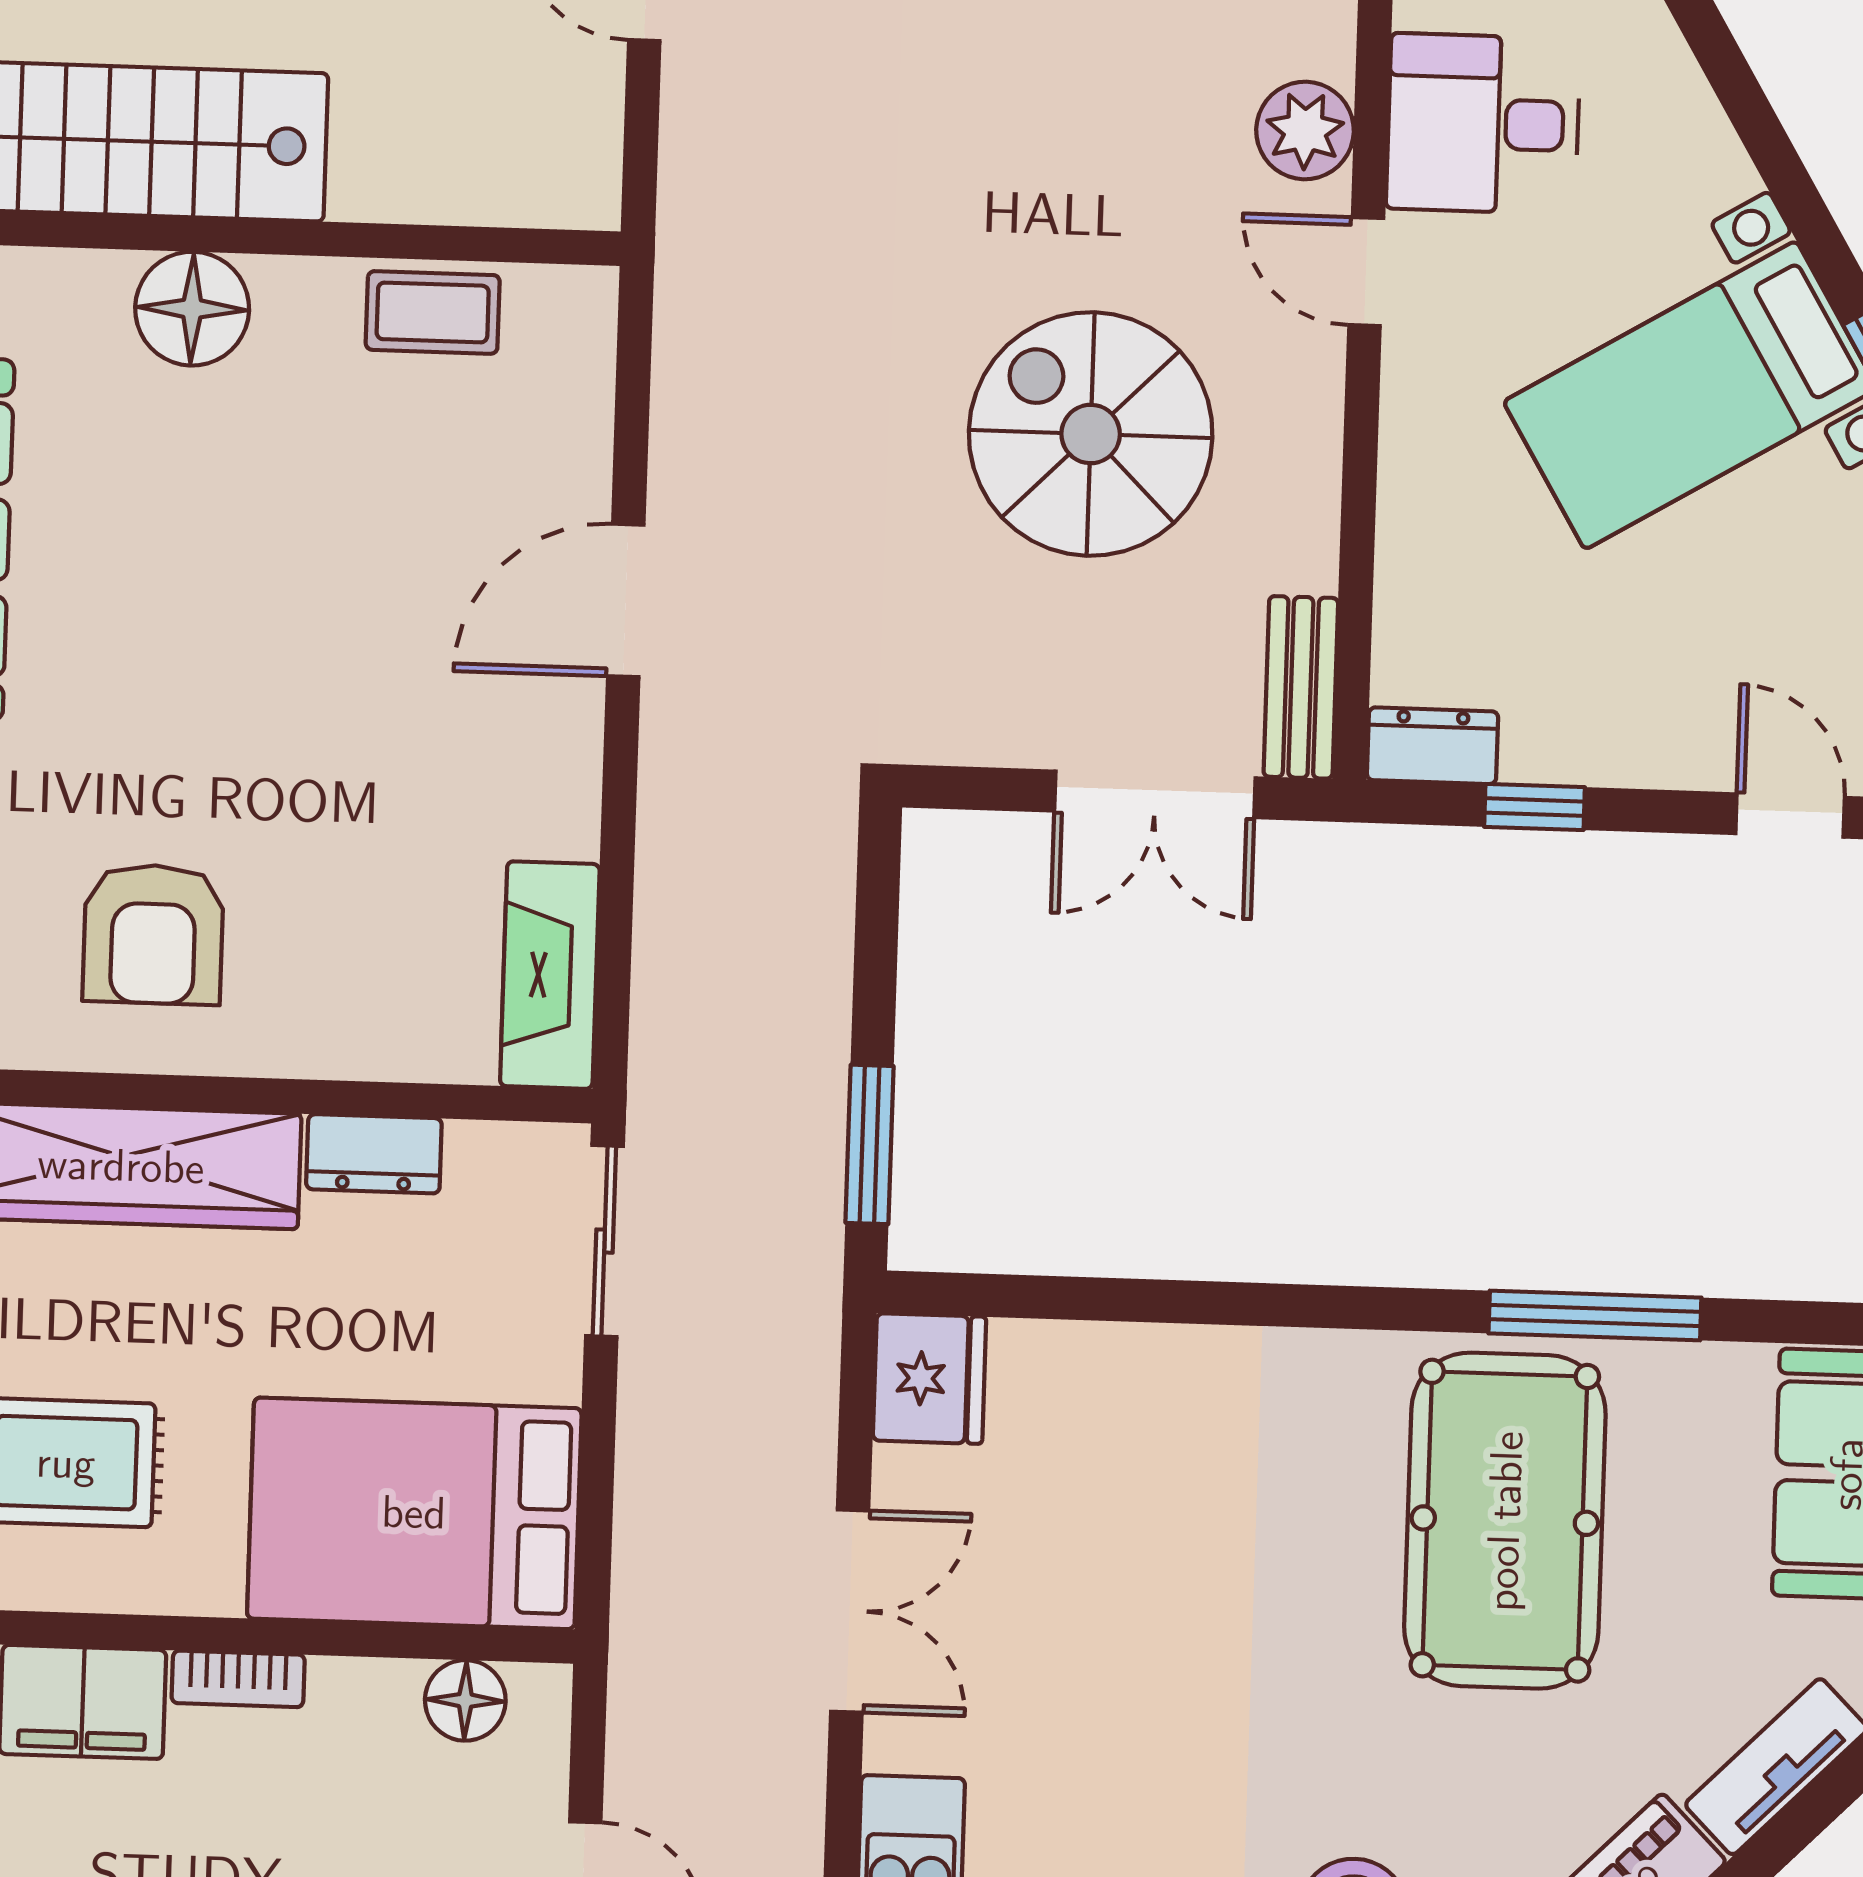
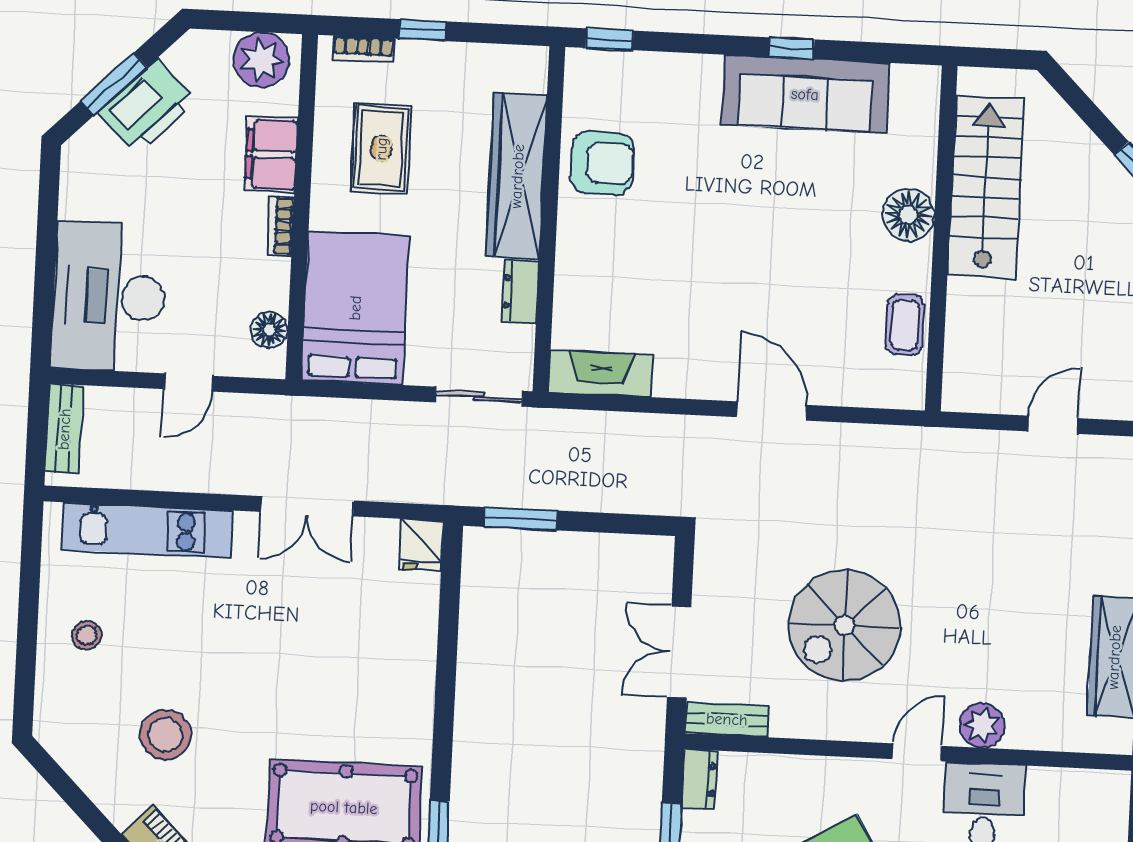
spiral stairs: (1091, 434) -> (845, 625), turned 180
armchair: (153, 934) -> (602, 163), moved, turned 180
fridge: (929, 1379) -> (421, 545), width x0.72

